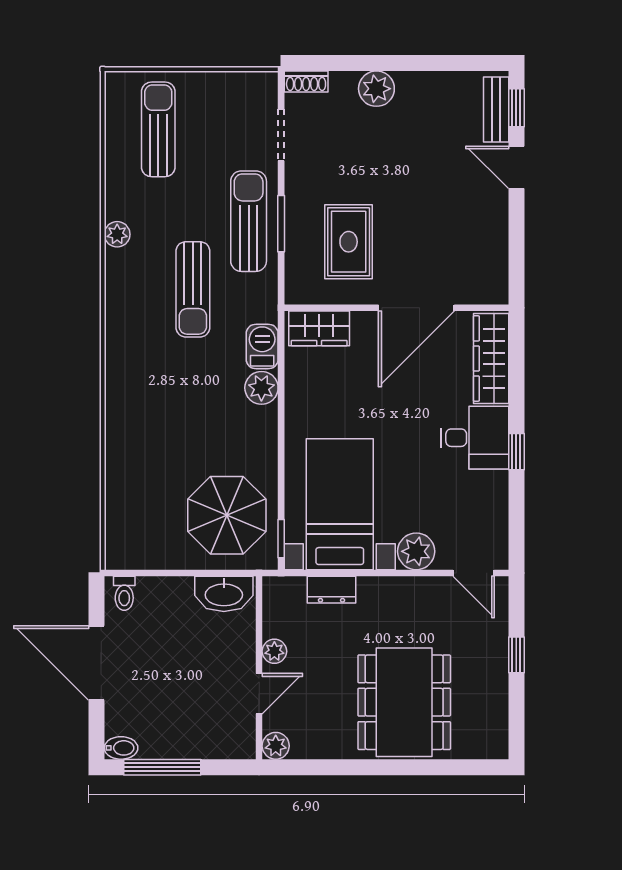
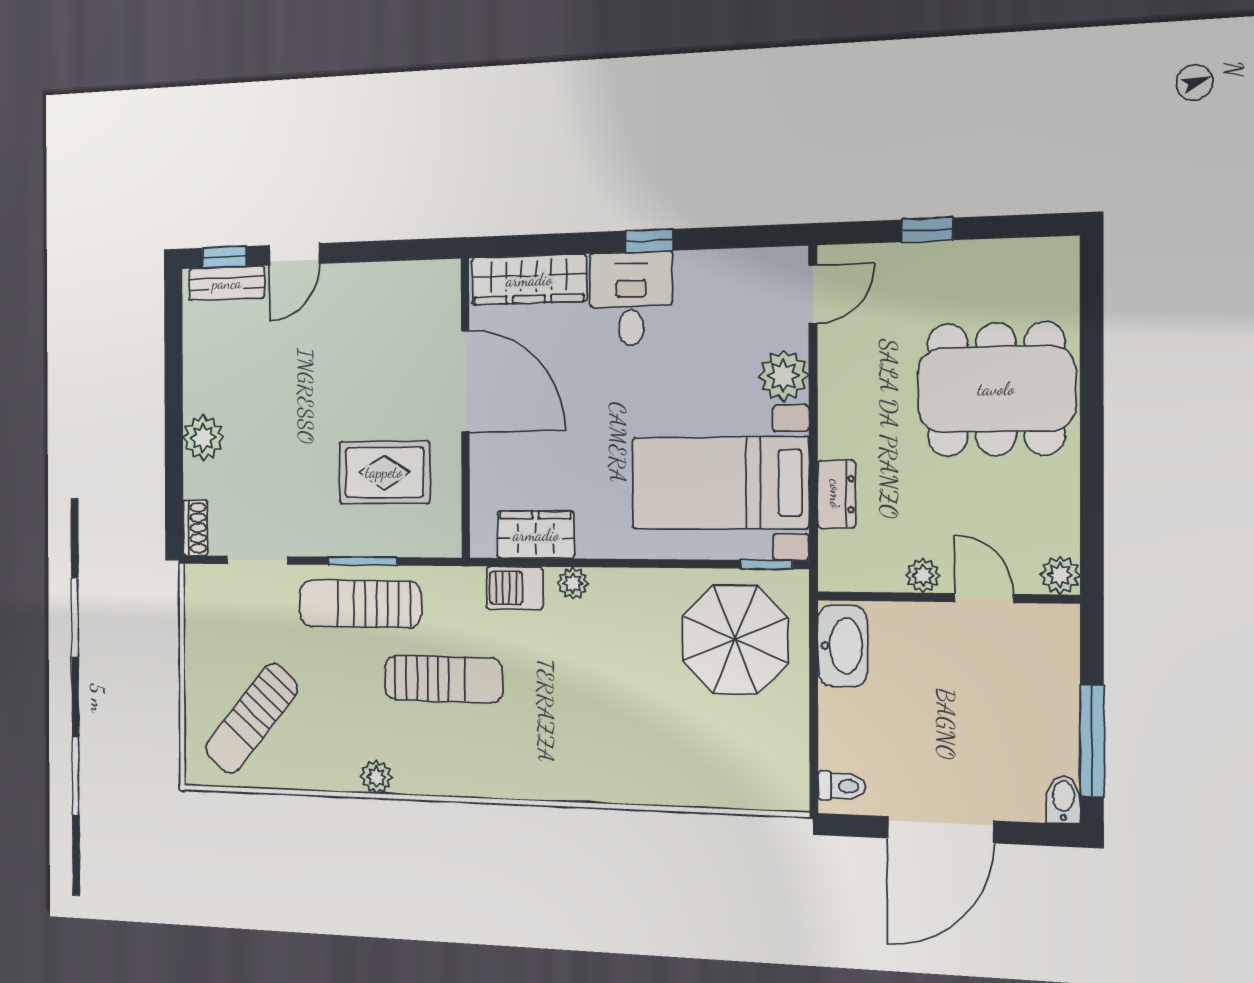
sun lounger: (158, 129) -> (252, 719), turned -50
wardrobe: (319, 328) -> (536, 535), moved, turned -90
plant: (261, 388) -> (573, 583), width x0.73, depth x0.73

